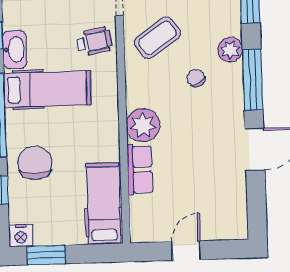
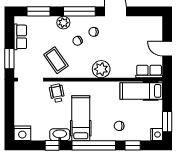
chair: (214, 108) -> (94, 32), added
chair: (35, 163) -> (119, 126), width x0.54, depth x0.54
row of seats: (140, 169) -> (149, 72), moved

